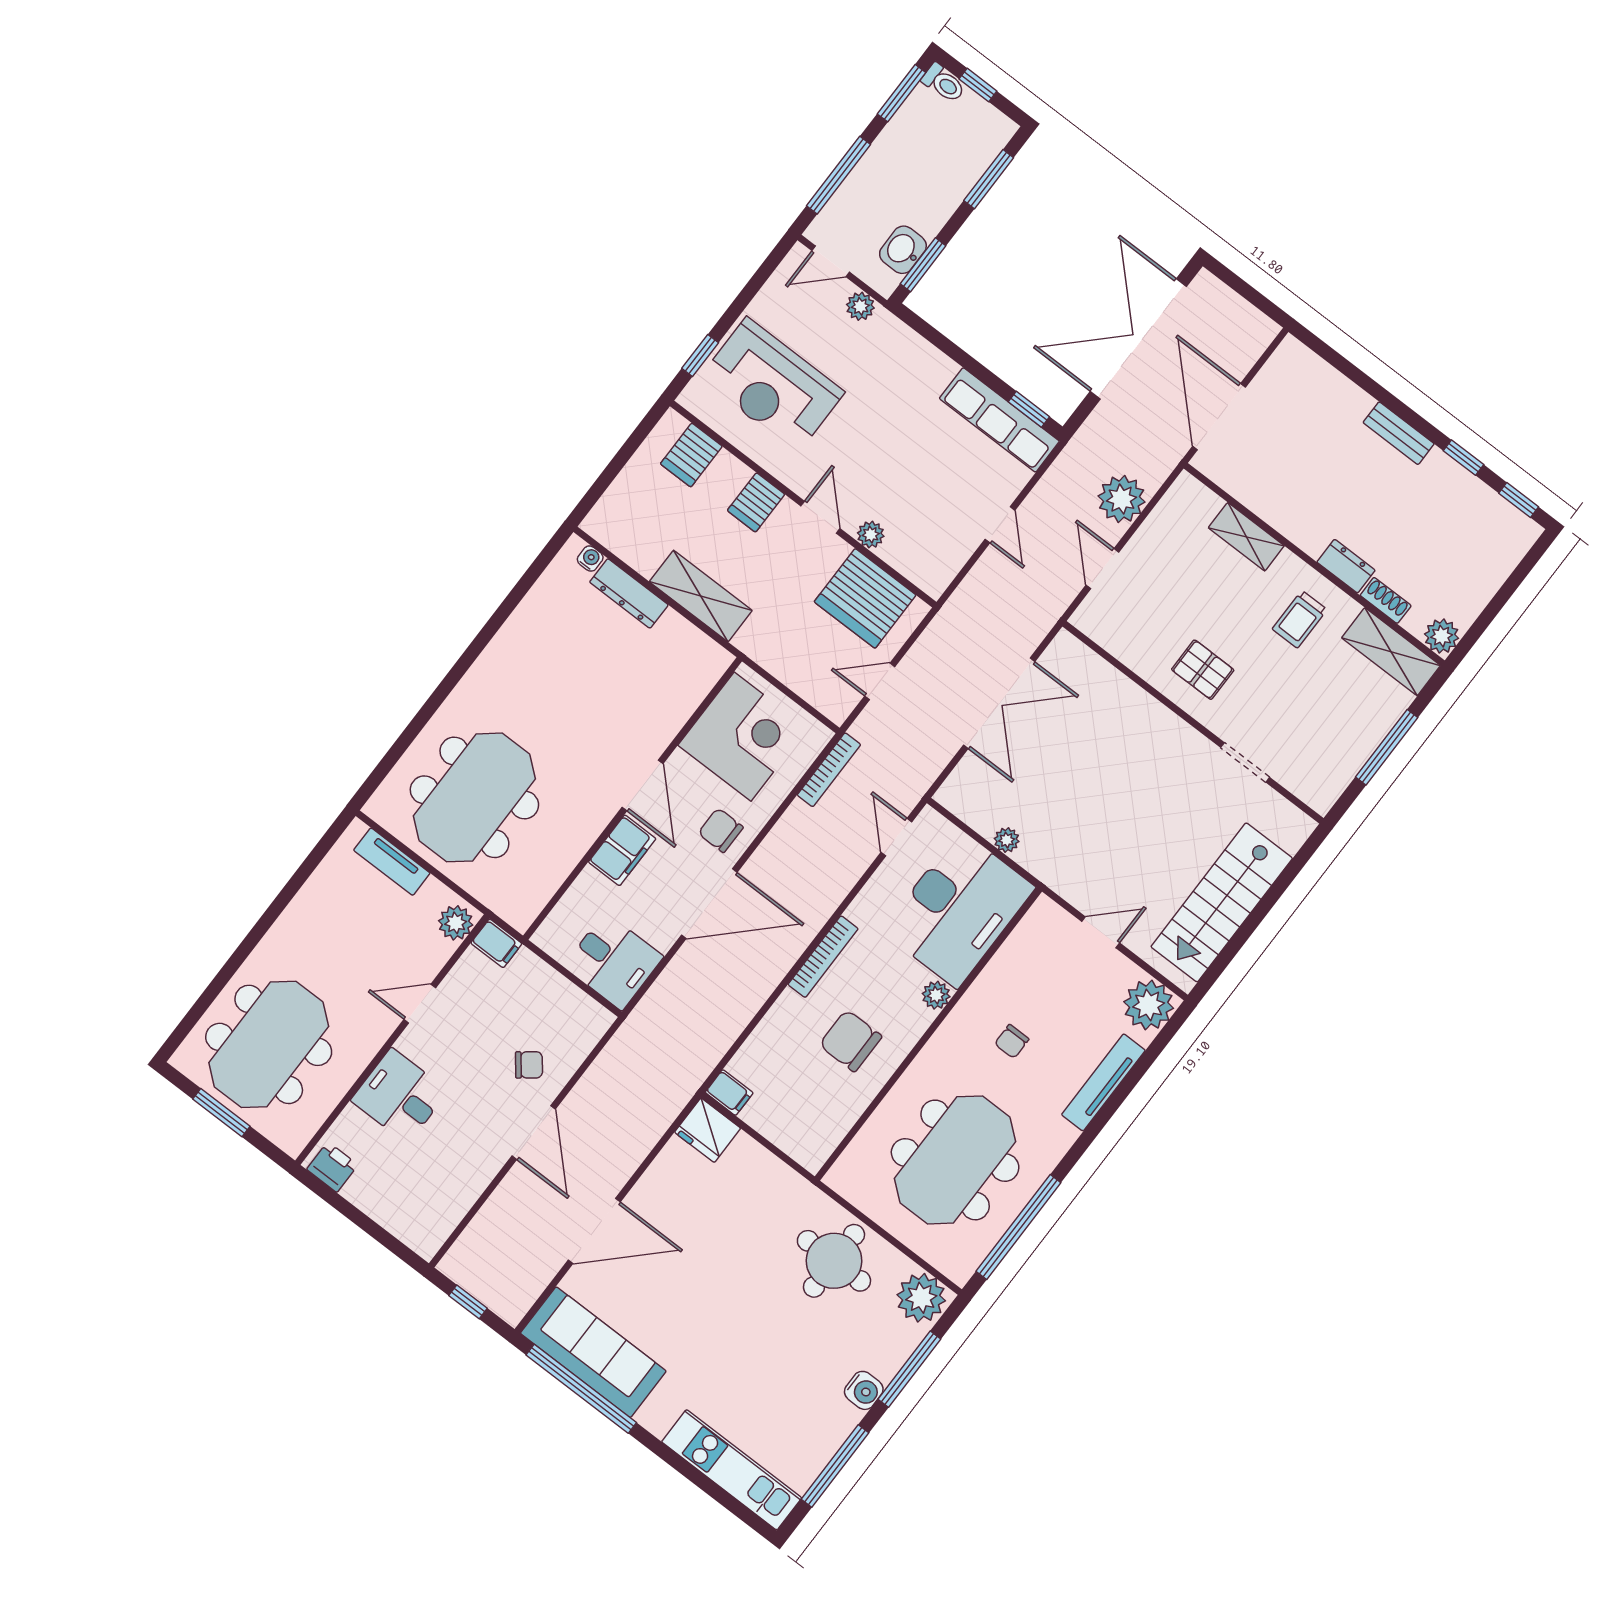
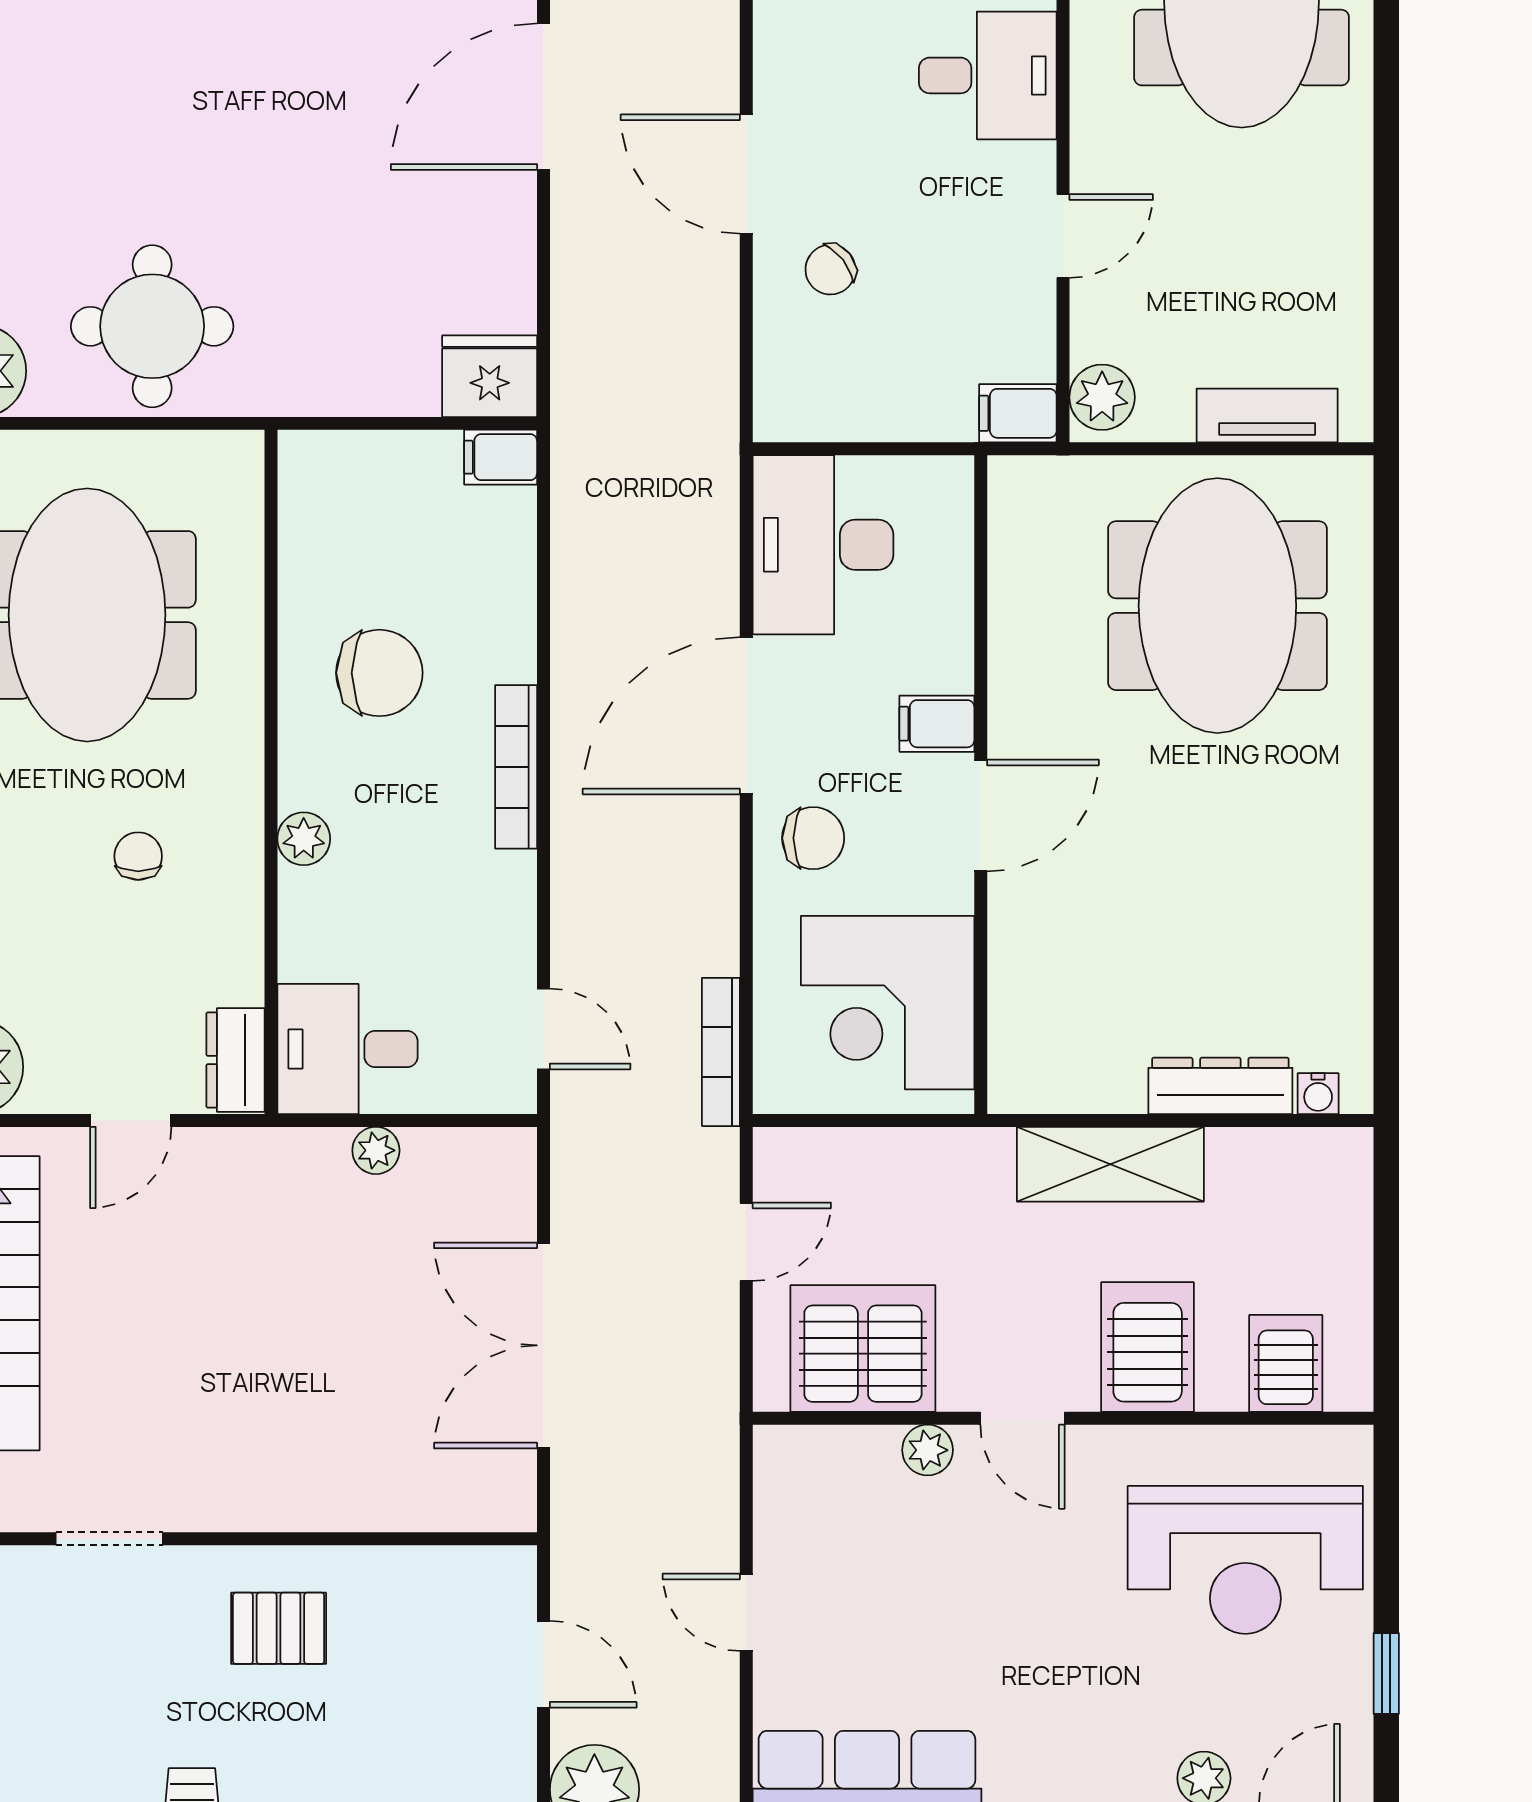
window: (700, 355) -> (1386, 1674), moved
reception desk: (772, 385) -> (1245, 1560), turned 180
server rack: (756, 502) -> (1148, 1347), width x1.36, depth x1.44
door: (643, 785) -> (981, 816), swing flipped
filing cabinet: (622, 850) -> (937, 724), width x0.50
desk: (958, 909) -> (347, 1049), width x0.53, depth x0.77
dresser: (1037, 924) -> (235, 1060), added
desk: (613, 961) -> (823, 545), width x1.37

